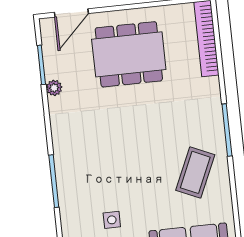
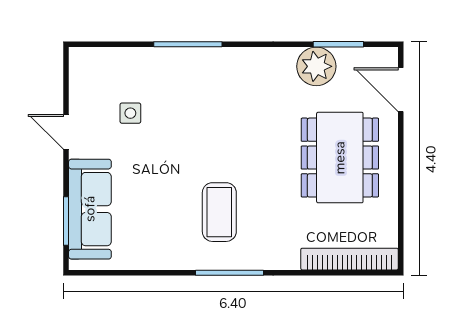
plant: (54, 88) -> (316, 66), width x1.88, depth x1.88
coffee table: (195, 172) -> (219, 212), moved, turned 66

